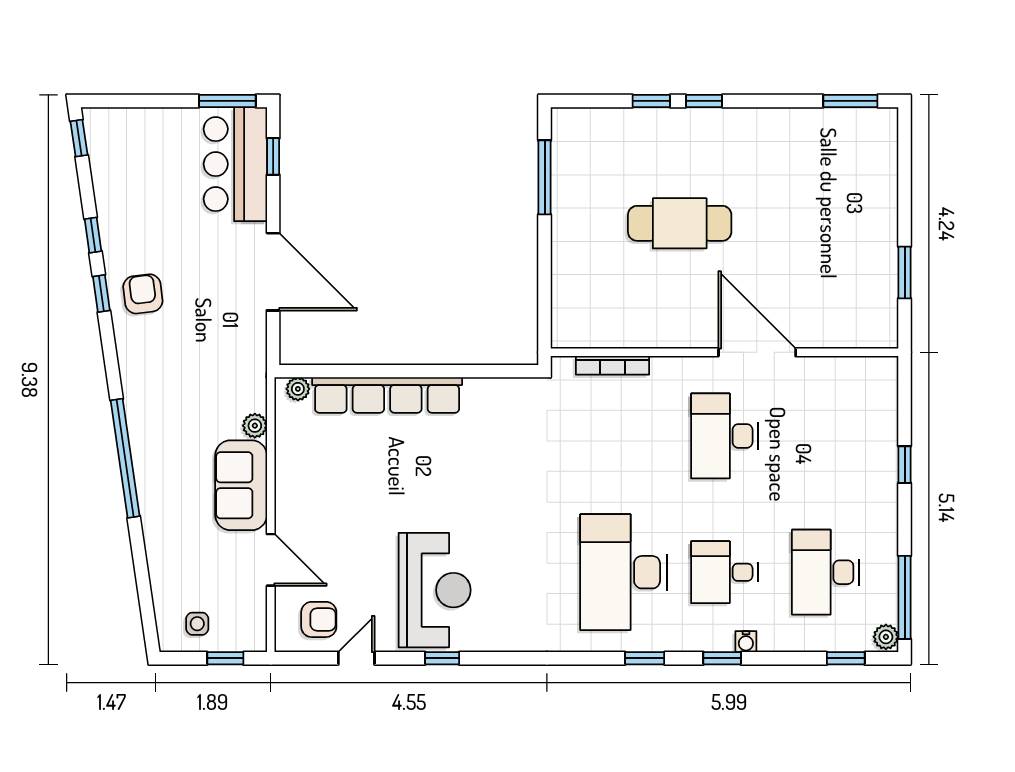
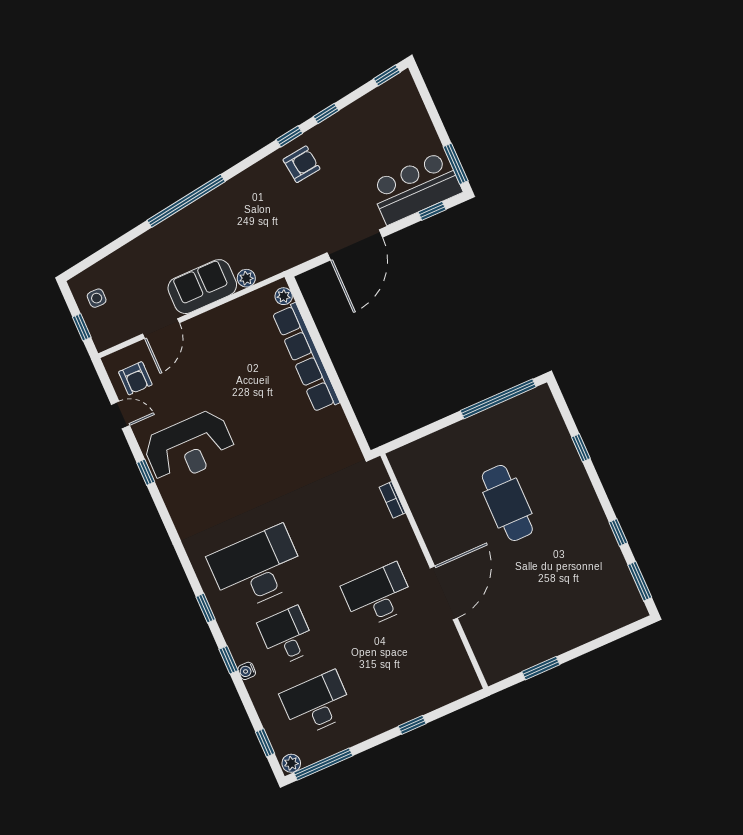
window: (704, 101) -> (618, 532), moved
window: (545, 177) -> (498, 399), width x1.46
bookcase: (613, 365) -> (392, 500), width x0.64

